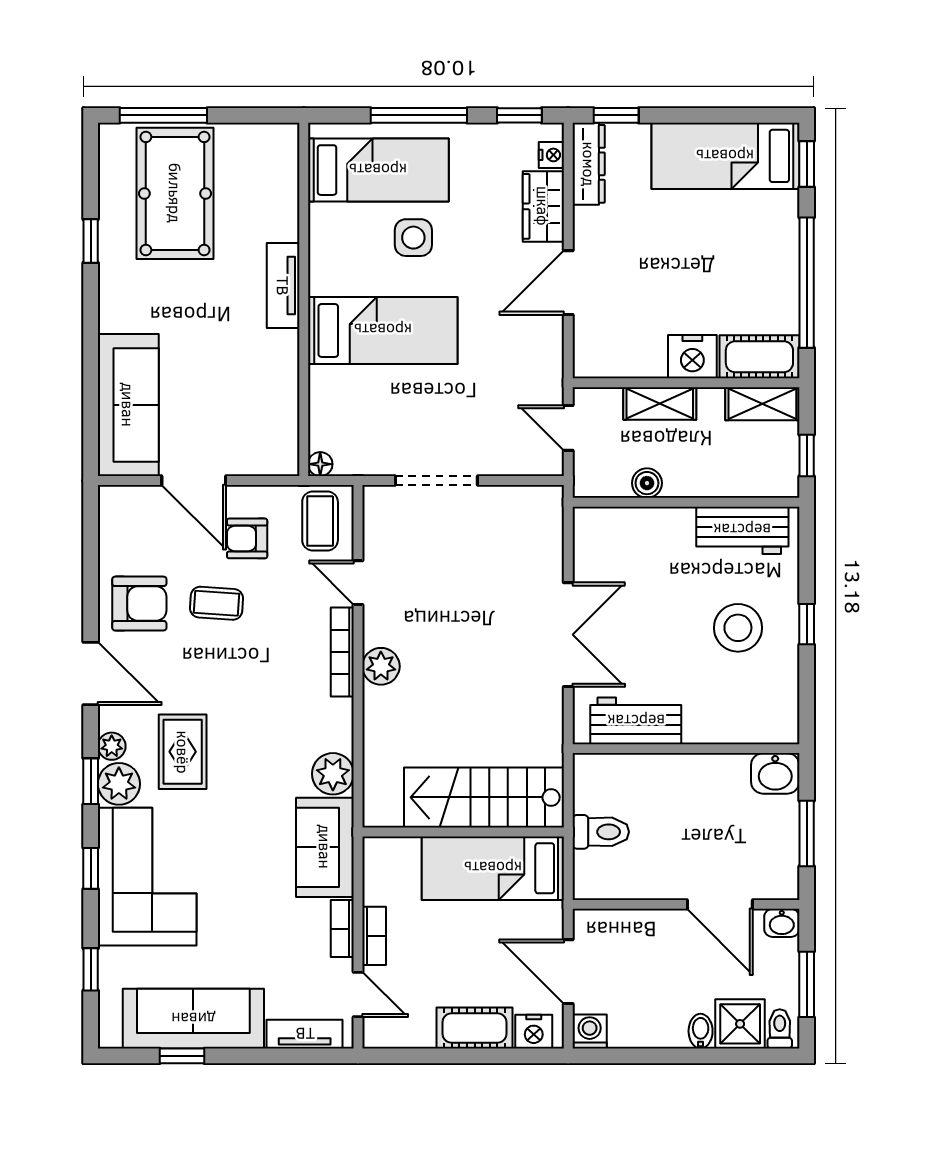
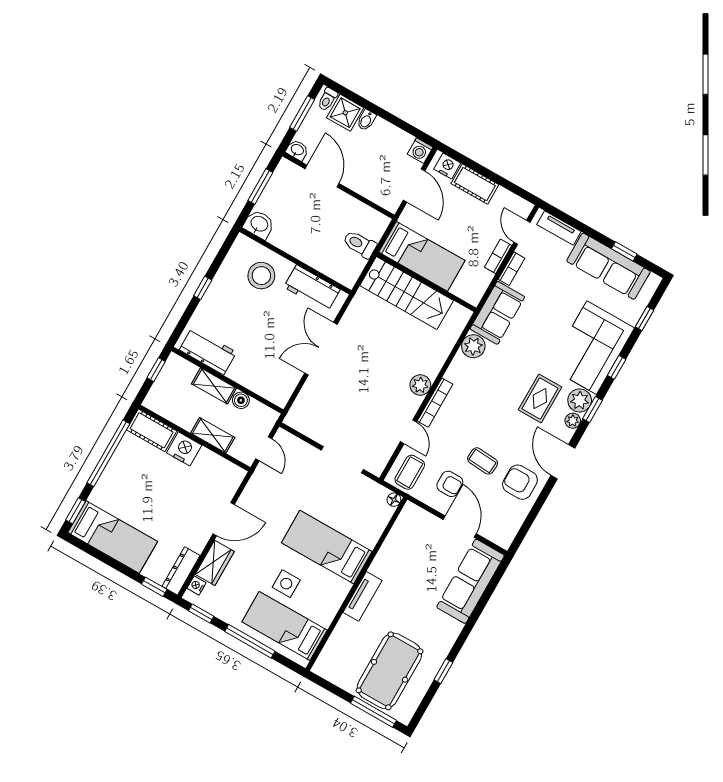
shelving: (762, 404) -> (214, 386), moved
stool: (738, 628) -> (261, 276), moved

